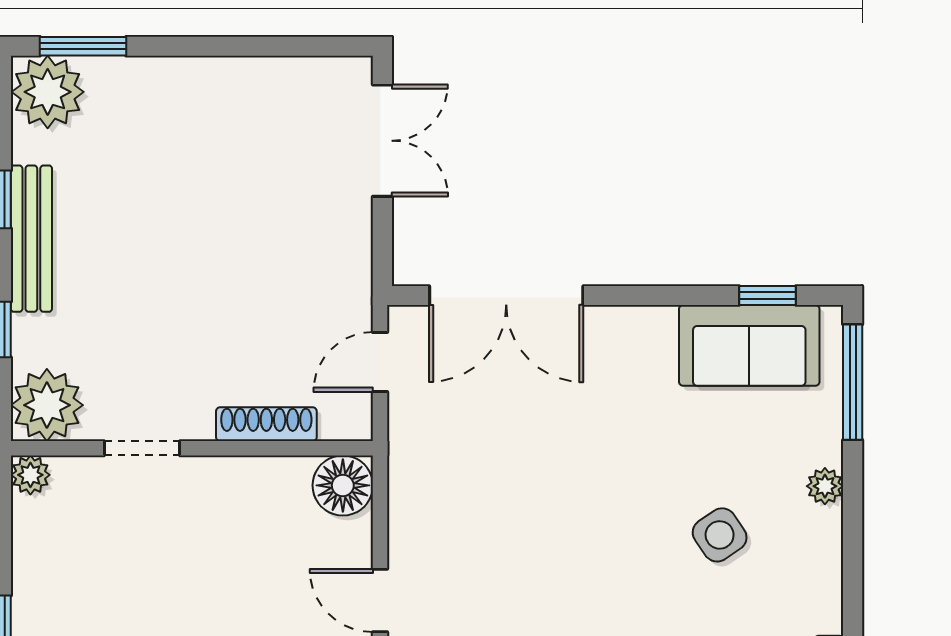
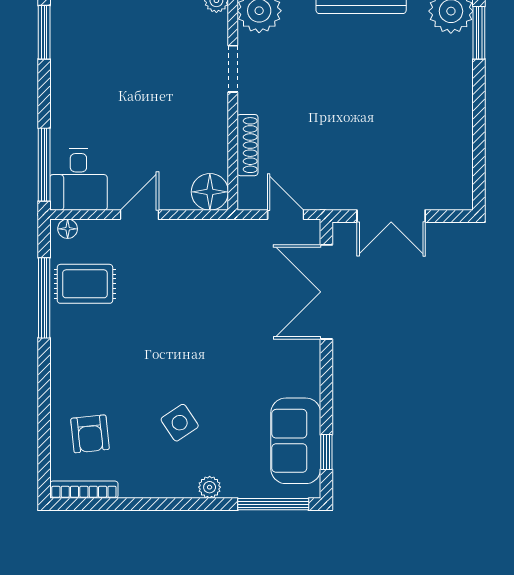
double door: (382, 141) -> (391, 216), moved

